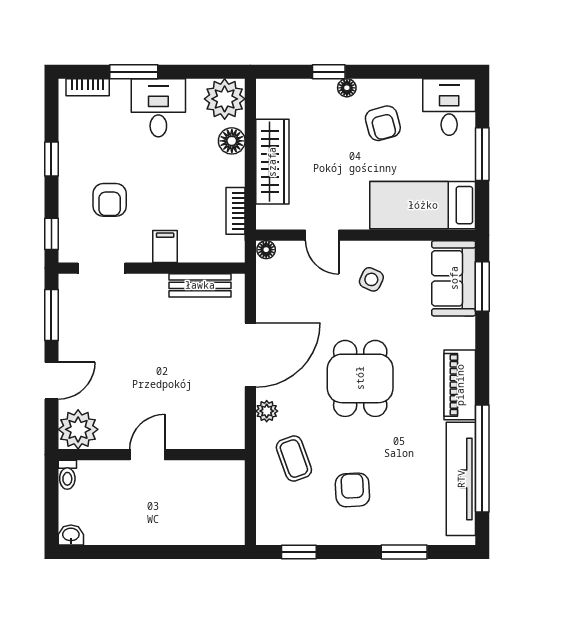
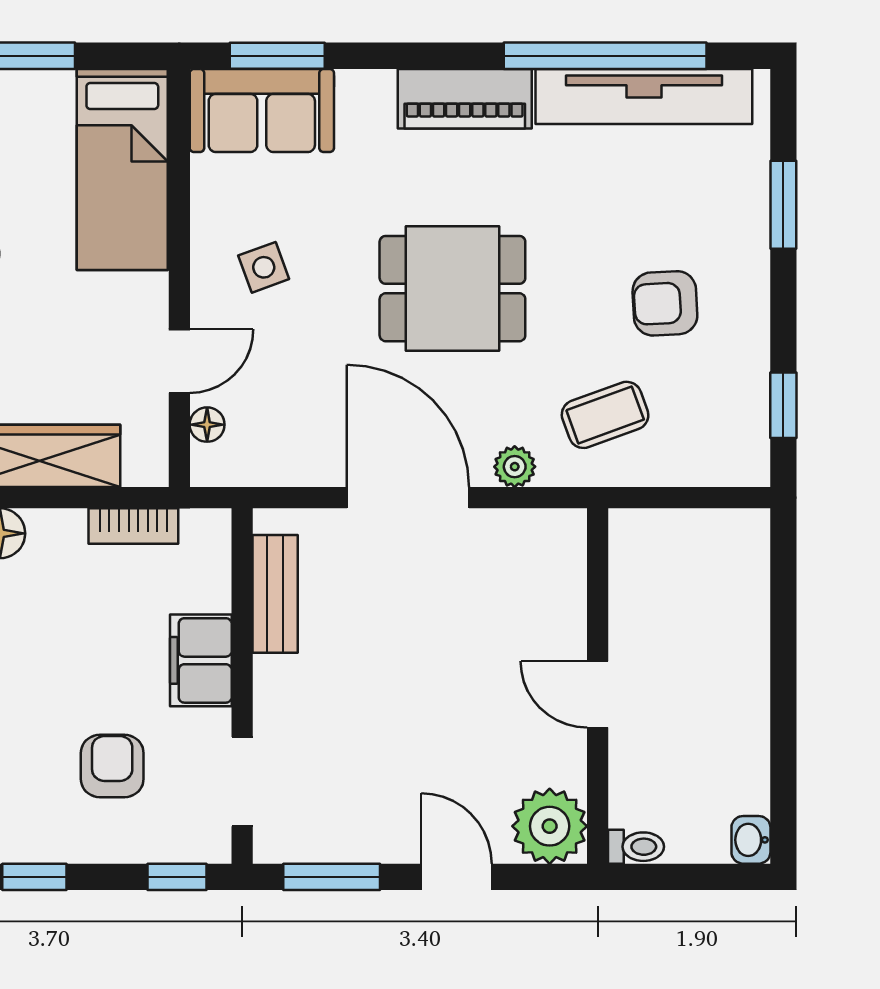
armchair: (110, 200) -> (112, 766), turned -90
filing cabinet: (165, 246) -> (201, 660), width x2.00
floor lamp: (266, 250) -> (207, 425), moved
side table: (371, 279) -> (264, 267), turned 45

